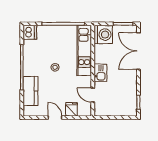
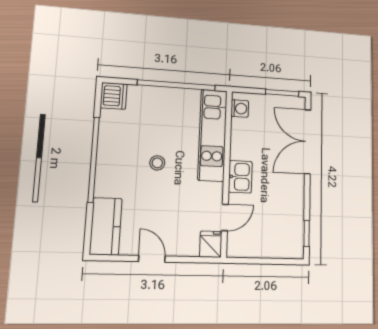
washing machine: (103, 35) -> (240, 109), width x0.53, depth x0.53
kitchen counter: (31, 91) -> (106, 226), moved
door: (93, 95) -> (225, 217), swing flipped
fridge: (71, 109) -> (211, 244), moved

